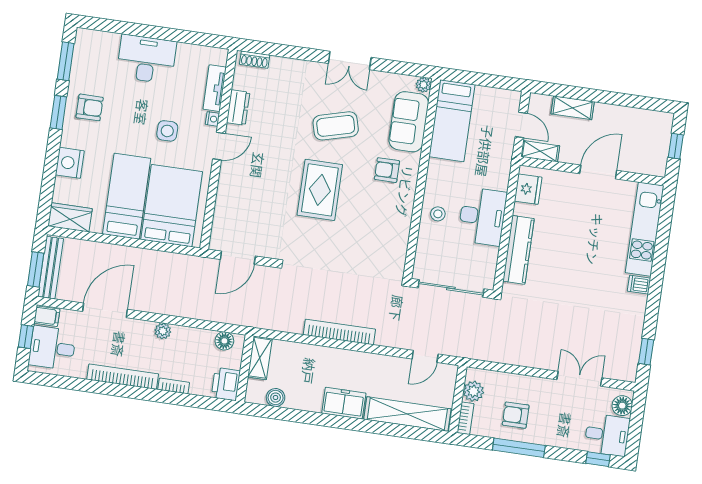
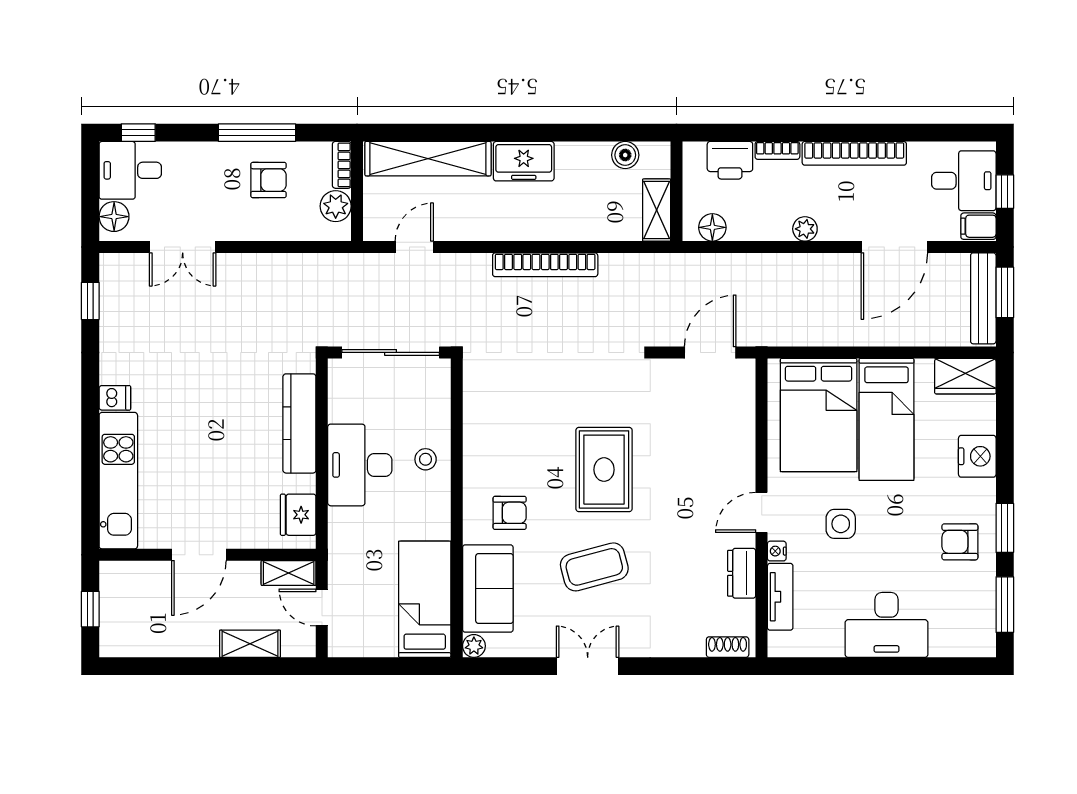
printer: (226, 384) -> (730, 160), moved, turned 90

